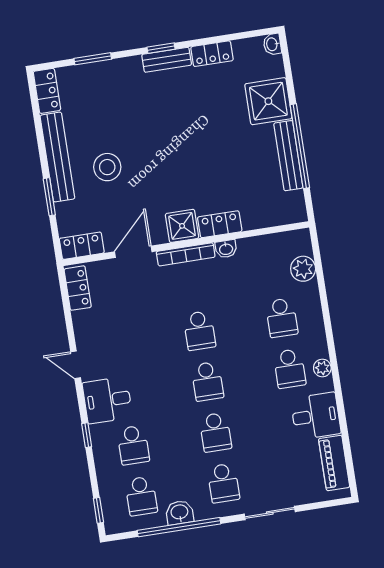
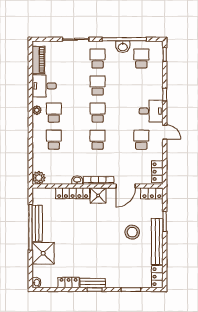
locker: (220, 224) -> (73, 193), width x1.53
plant: (303, 269) -> (39, 178), moved
school desk: (133, 445) -> (141, 140), moved

